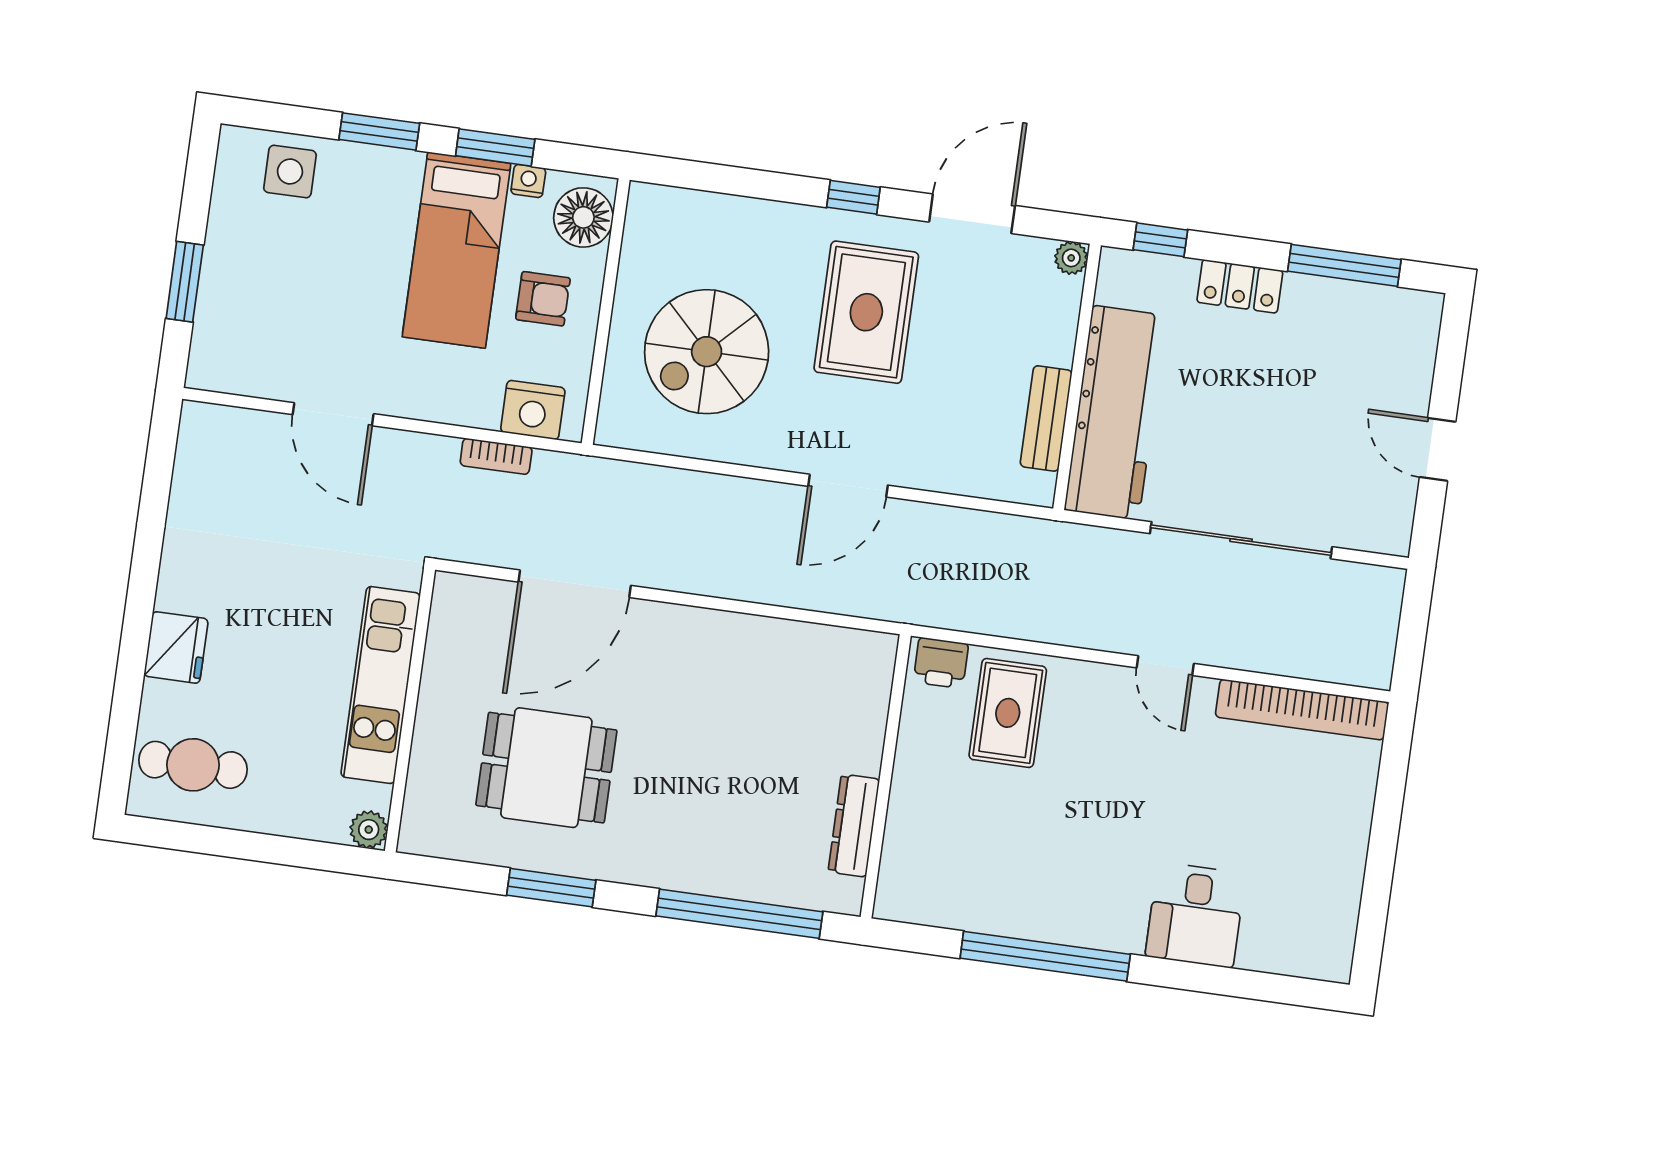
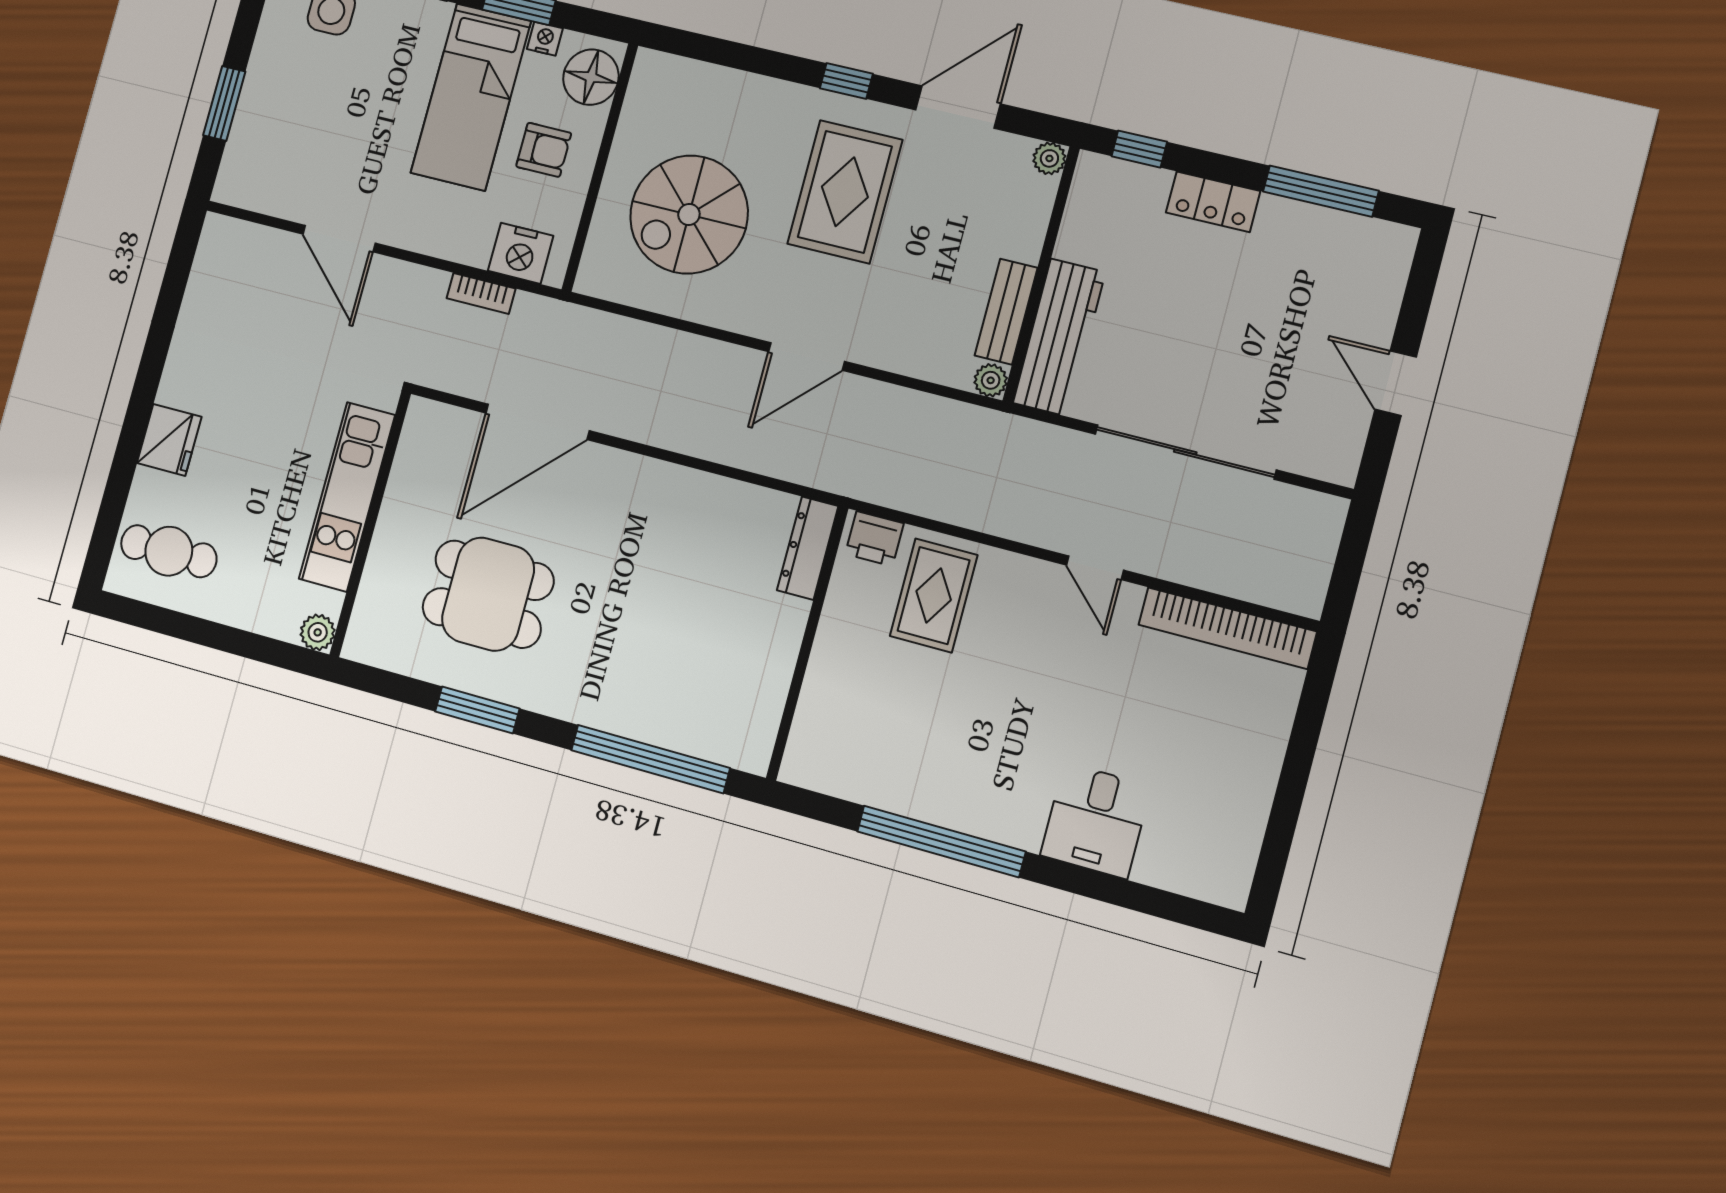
workbench: (1116, 413) -> (1059, 337), width x0.73, depth x0.76
plant: (1039, 490) -> (991, 380), added
dresser: (854, 825) -> (808, 548), moved

